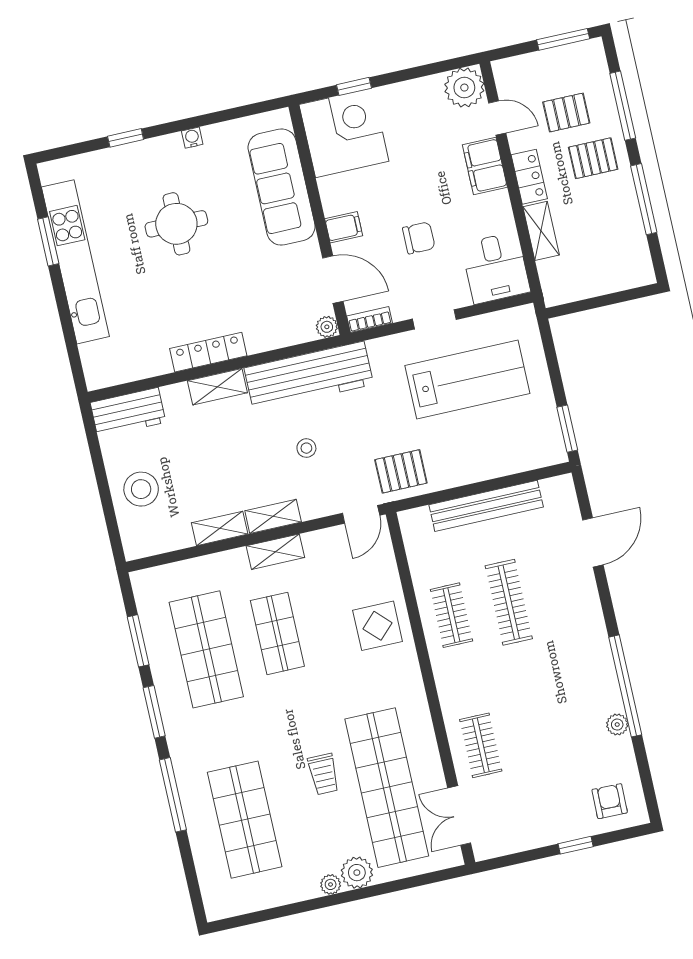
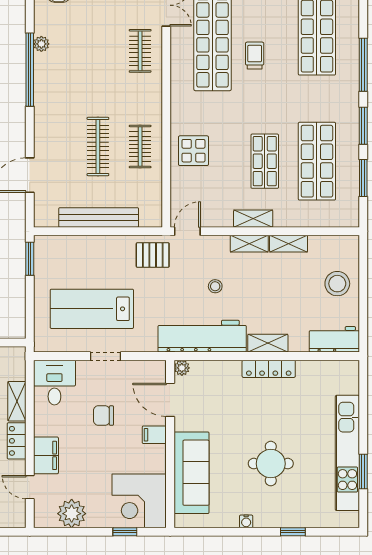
plant: (464, 88) -> (72, 514), moved
bookcase: (369, 320) -> (151, 366), removed

